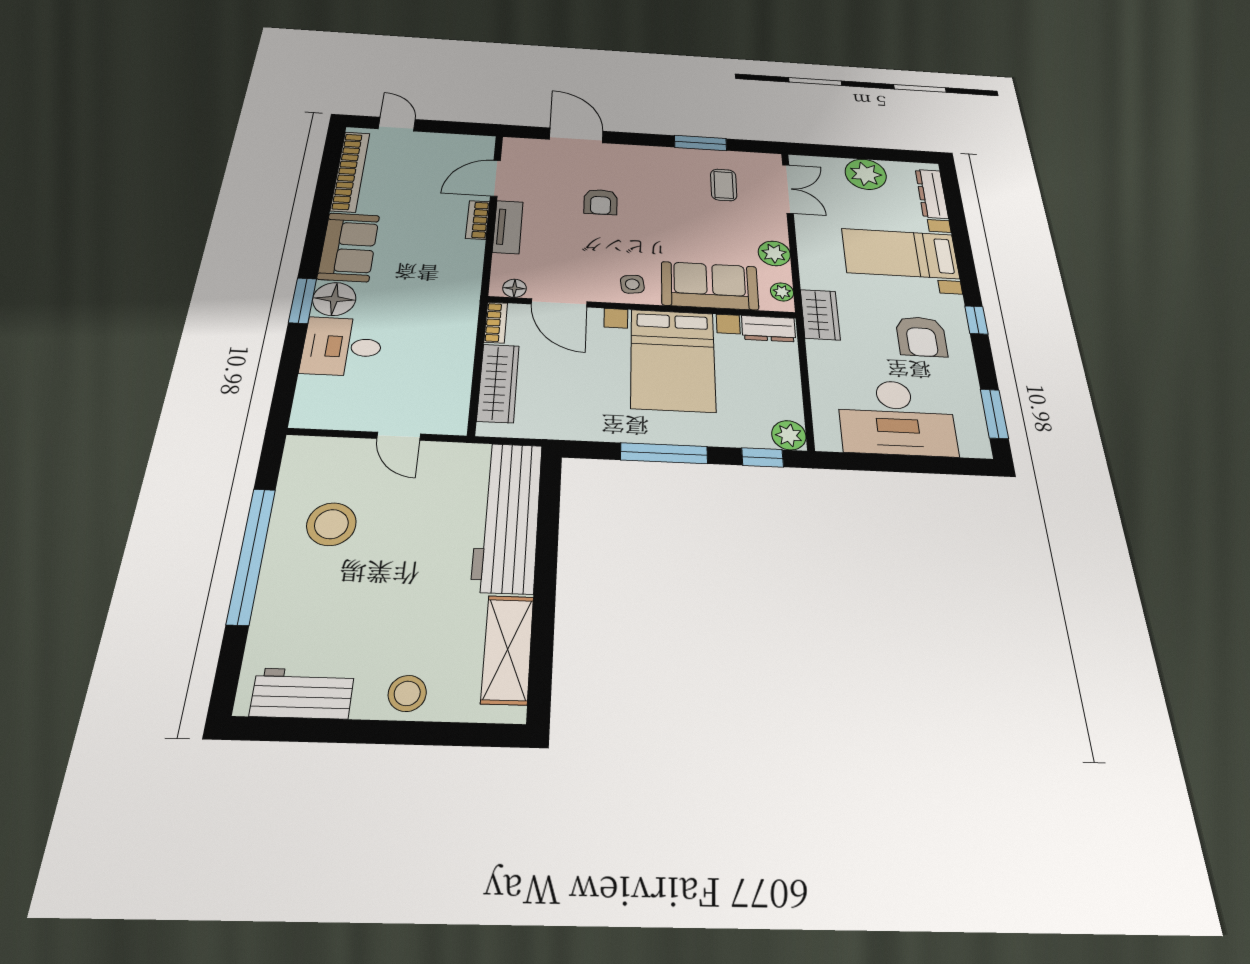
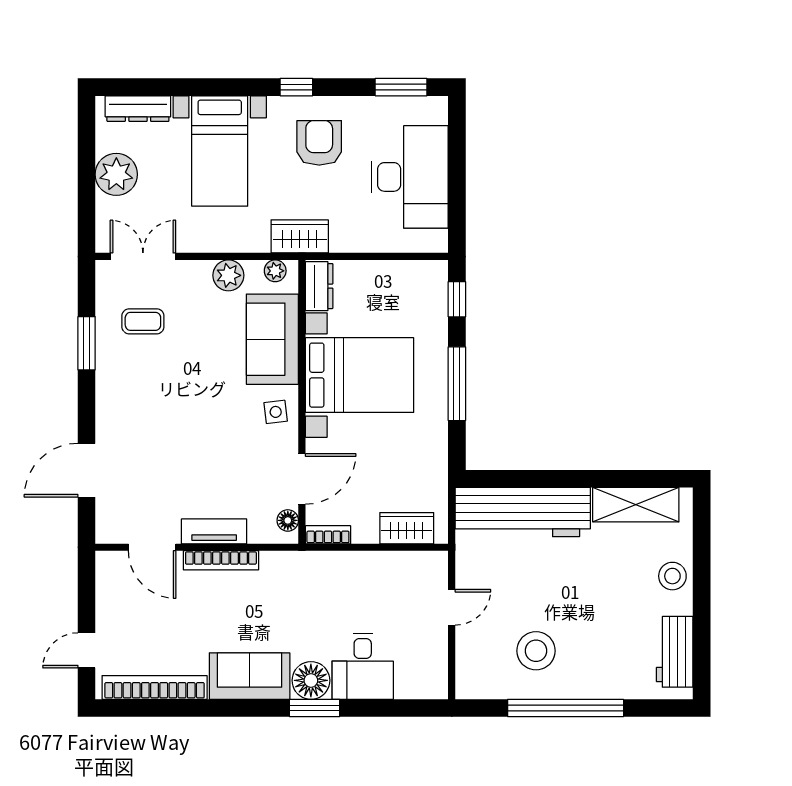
armchair: (601, 202) -> (175, 444), removed
bookcase: (478, 220) -> (221, 560), width x1.56
armchair: (921, 337) -> (319, 143), turned -90
wardrobe: (498, 383) -> (407, 528), width x0.67
plant: (789, 435) -> (433, 275), removed

